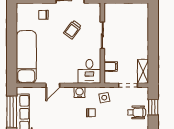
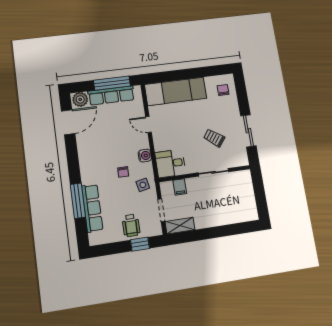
chair: (43, 15) -> (223, 90), moved

